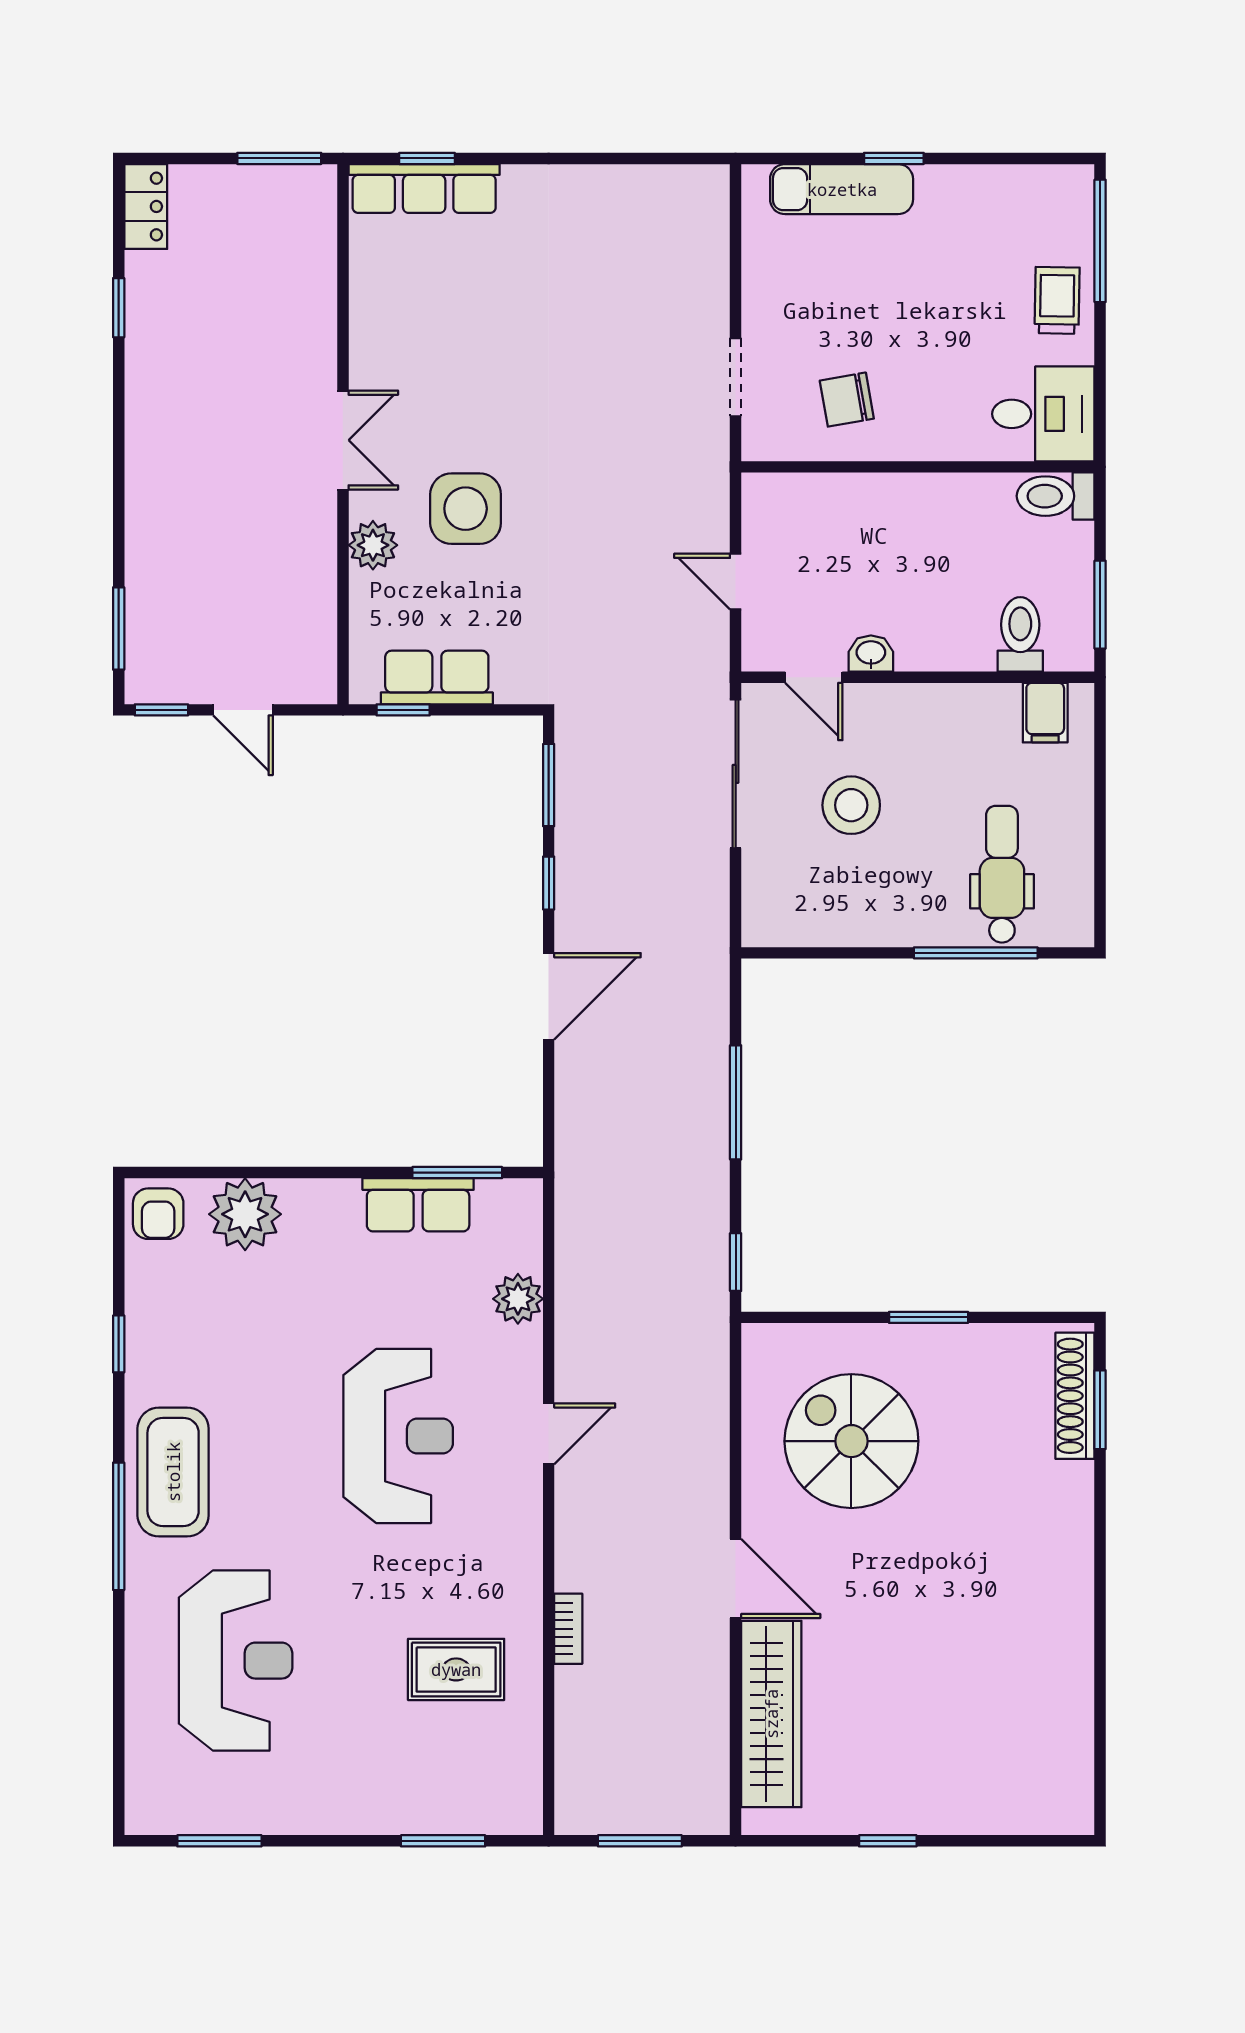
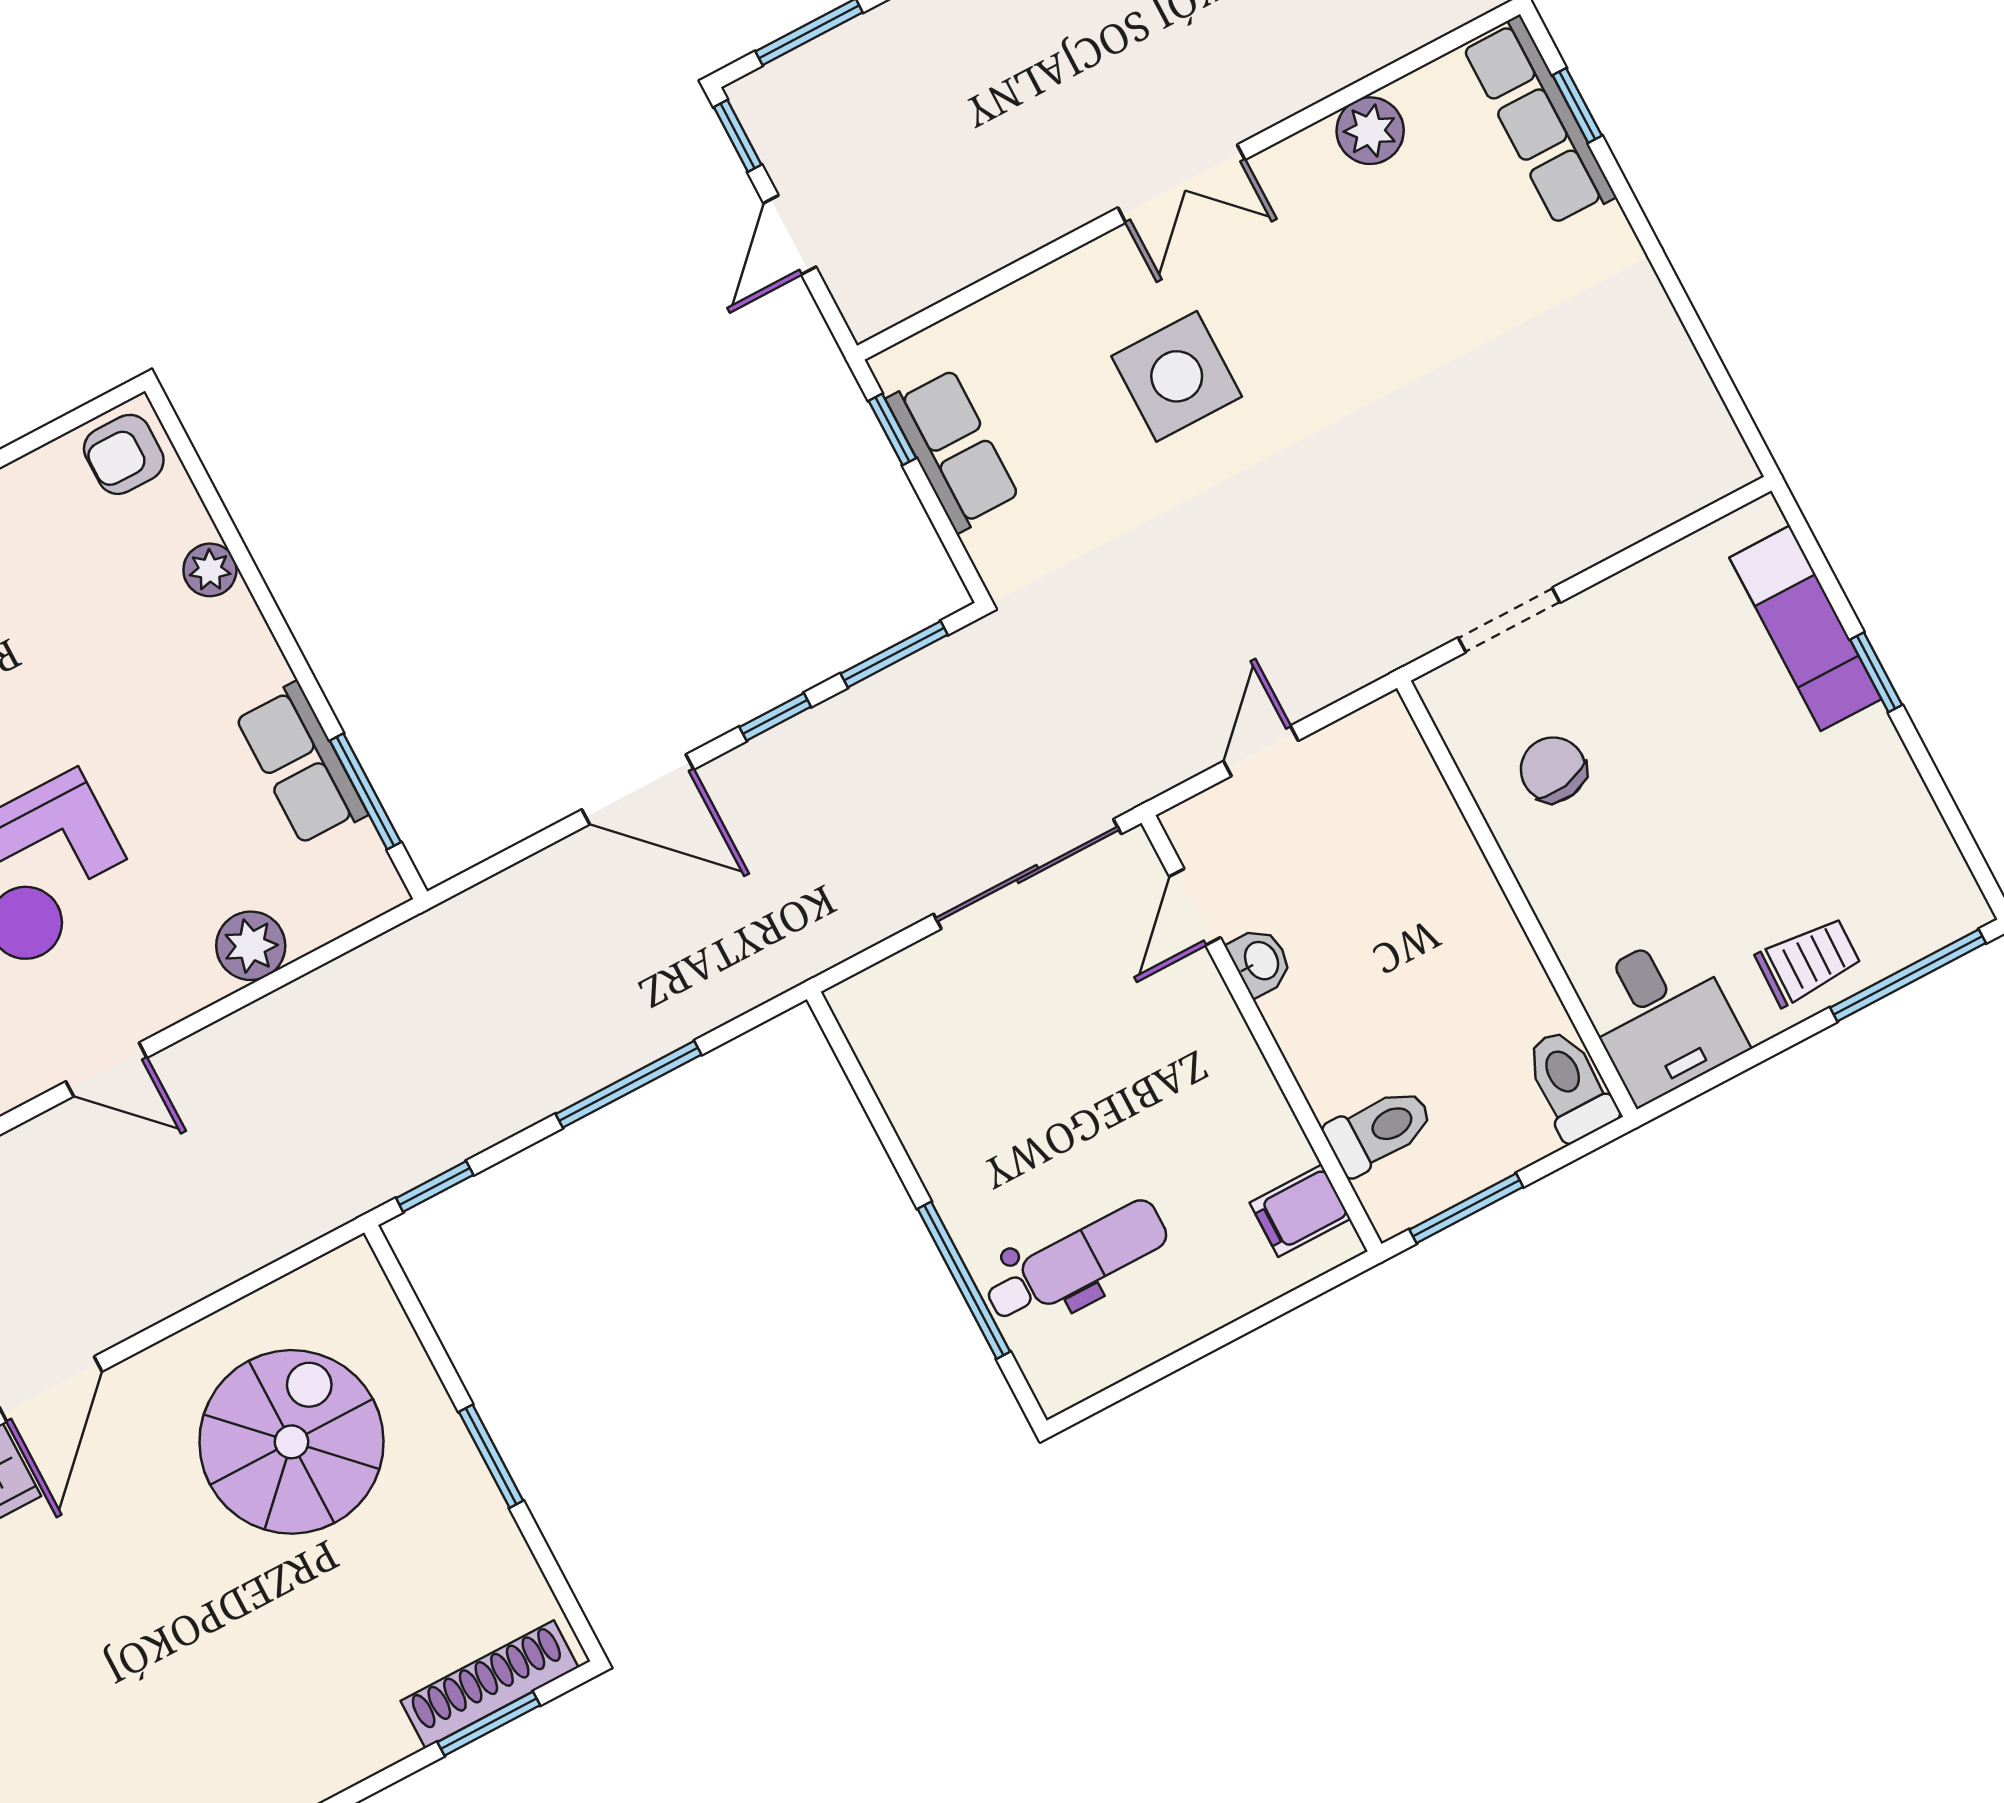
plant: (373, 545) -> (1370, 131), moved
stool: (851, 805) -> (1064, 1034), removed
plant: (245, 1214) -> (210, 570), width x0.53, depth x0.53

